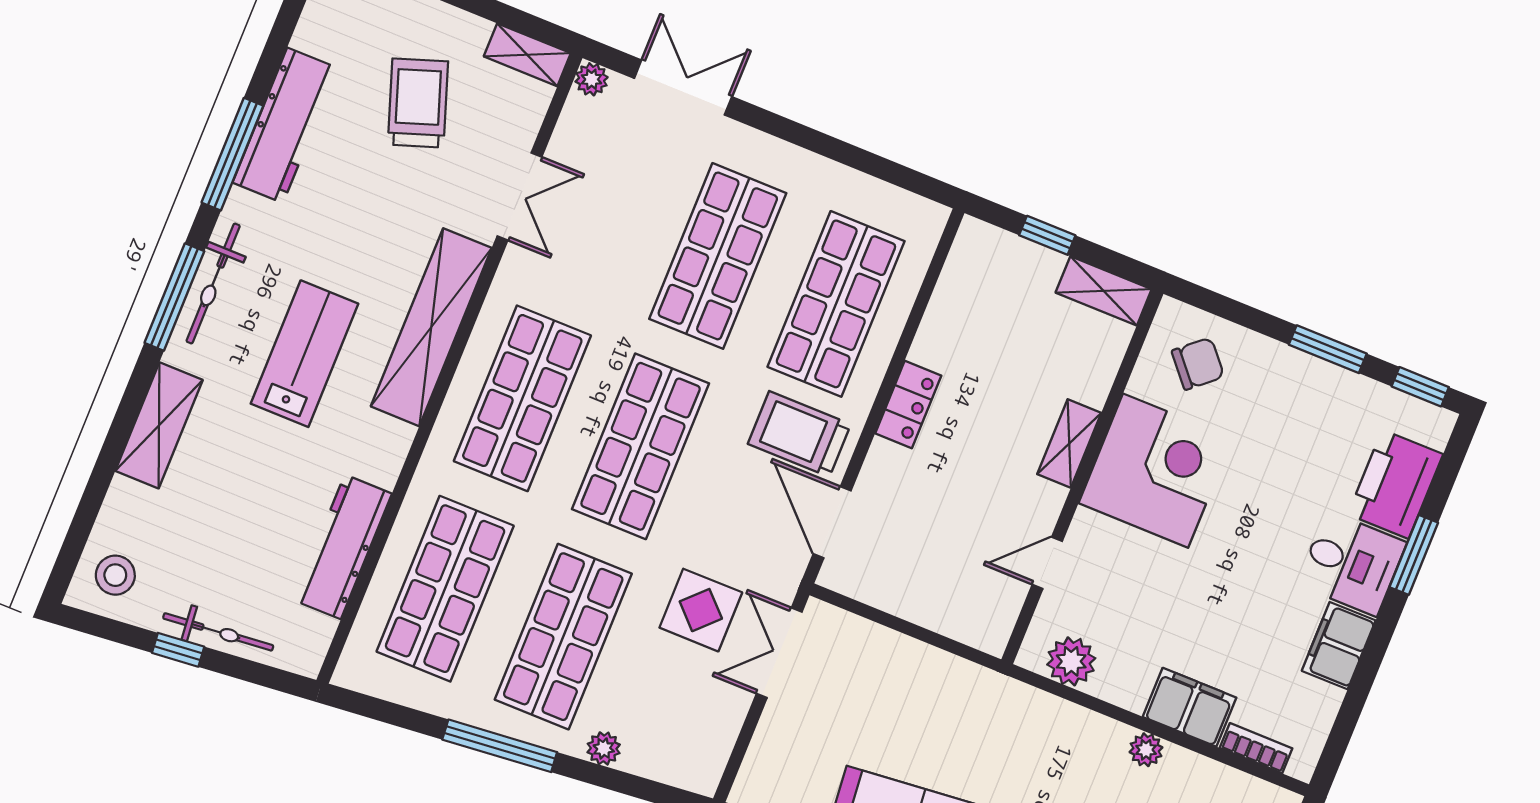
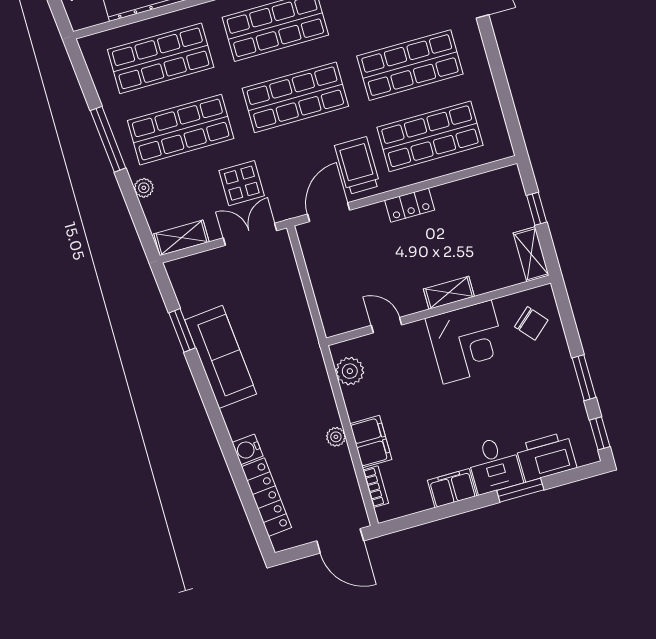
shelving: (712, 750) -> (181, 238), added

